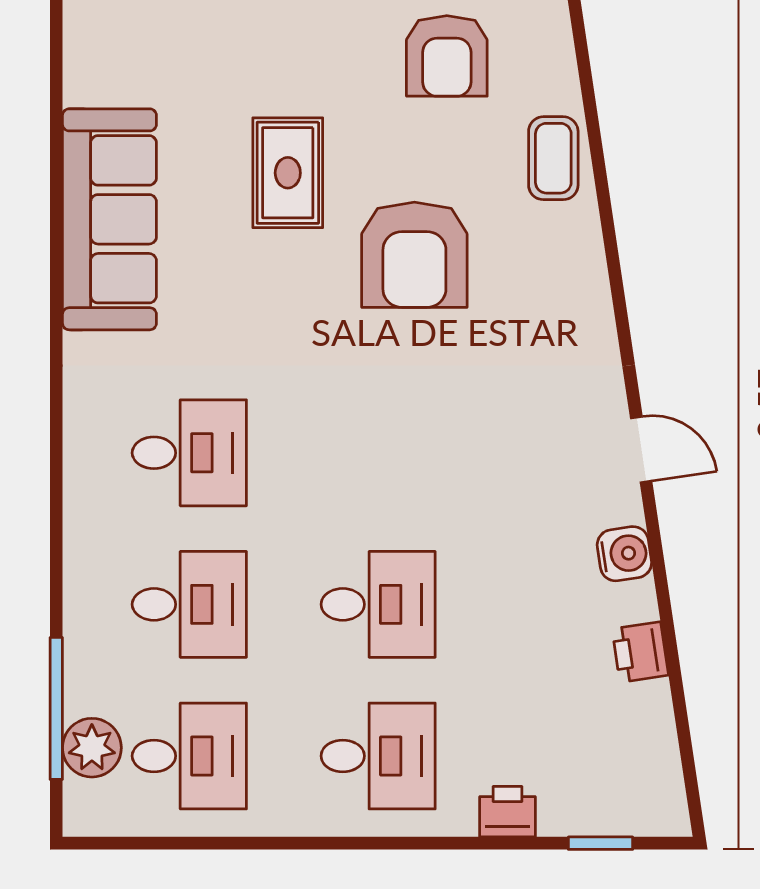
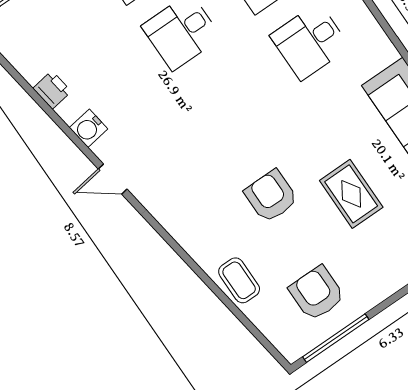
armchair: (414, 255) -> (271, 196), width x0.73, depth x0.73

